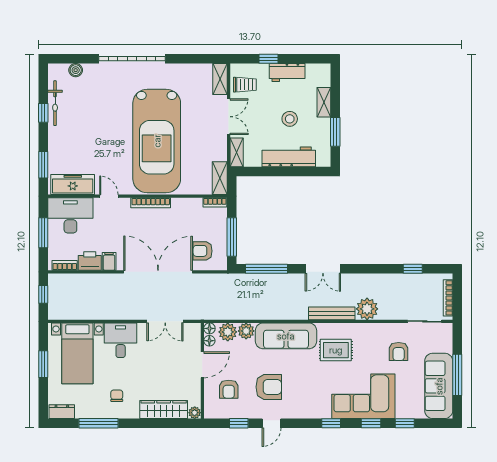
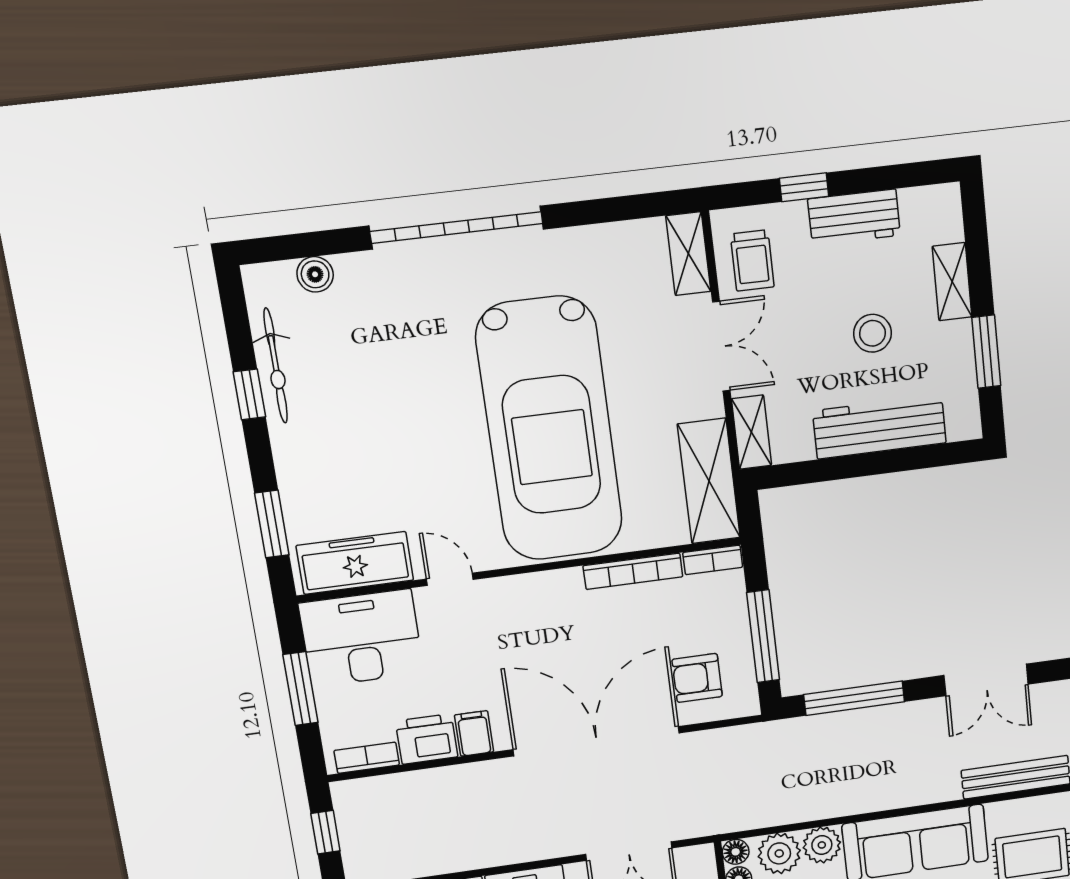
trolley: (245, 85) -> (752, 260), turned 90
shelving: (220, 178) -> (709, 481), width x1.50, depth x1.33
bookcase: (151, 203) -> (633, 571), moved

